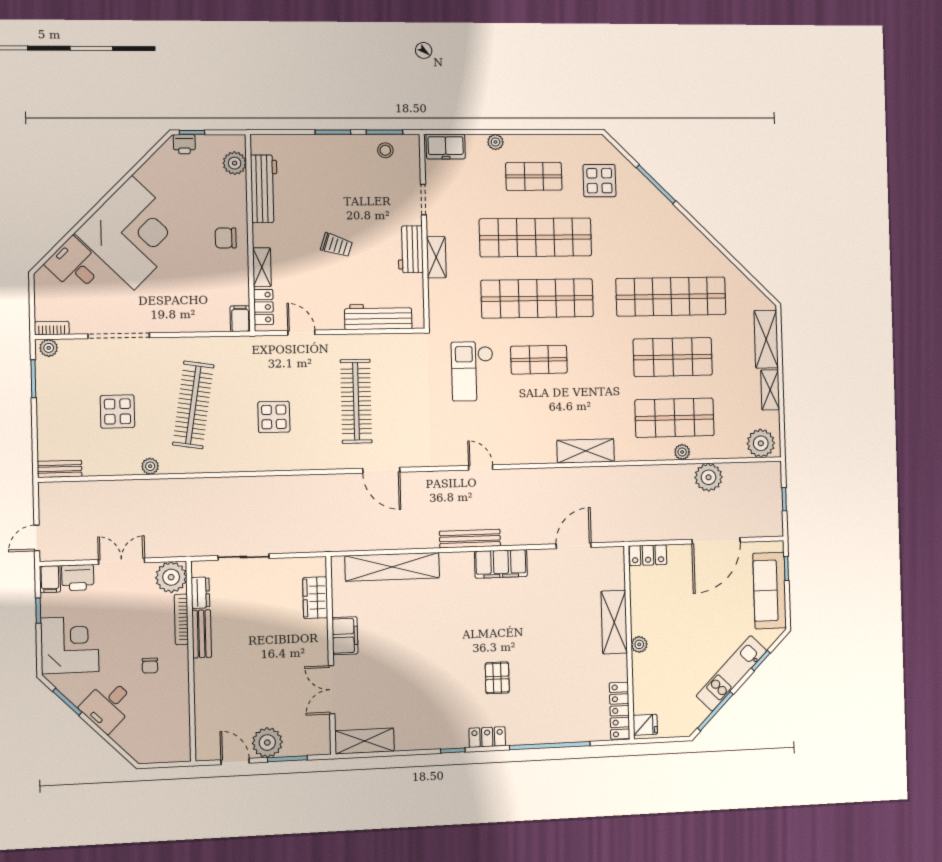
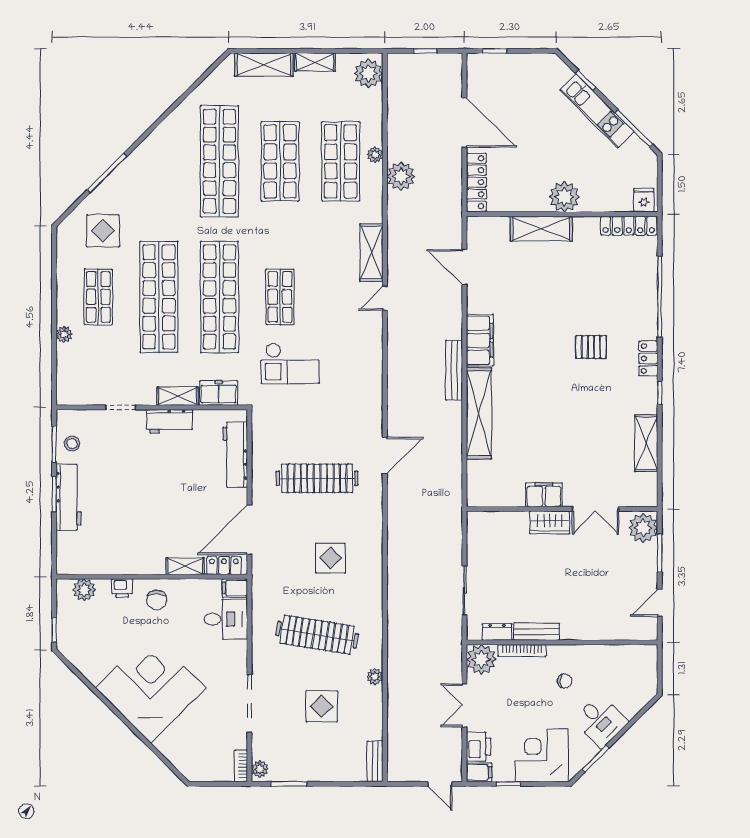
printer: (184, 144) -> (122, 588), moved, turned 90
freezer: (446, 147) -> (219, 393), moved, turned -90
workbench: (264, 189) -> (69, 497), moved, turned 90
trolley: (336, 245) -> (165, 494), removed
desk: (74, 265) -> (226, 619), moved, turned -135
door: (301, 333) -> (249, 530), width x1.87
door: (481, 467) -> (385, 298), moved
plant: (709, 477) -> (401, 176), moved
locker: (648, 555) -> (476, 182), width x1.53
shelving: (392, 567) -> (479, 413), moved
sofa: (770, 590) -> (516, 69), removed
wardrobe: (315, 598) -> (550, 522), moved
plant: (639, 644) -> (564, 197), width x1.87, depth x1.87
shelving: (364, 741) -> (646, 443), moved
plant: (267, 743) -> (643, 528), moved

